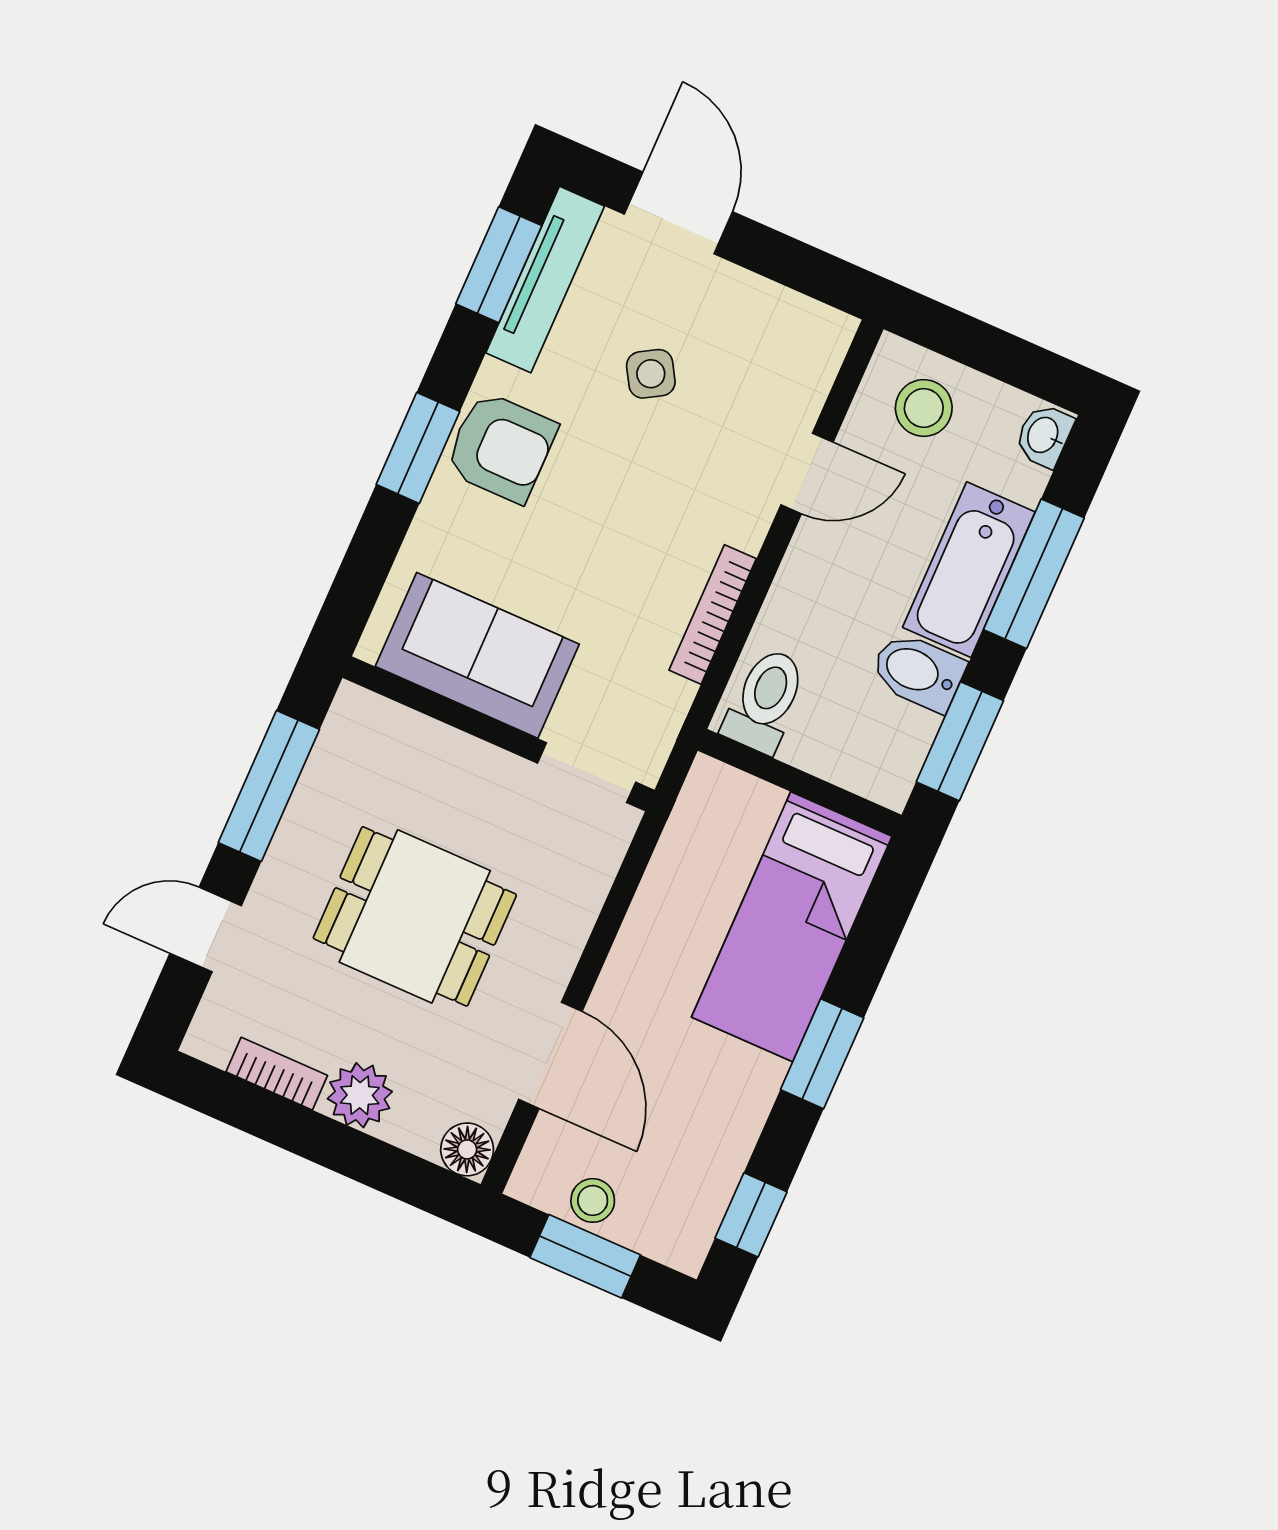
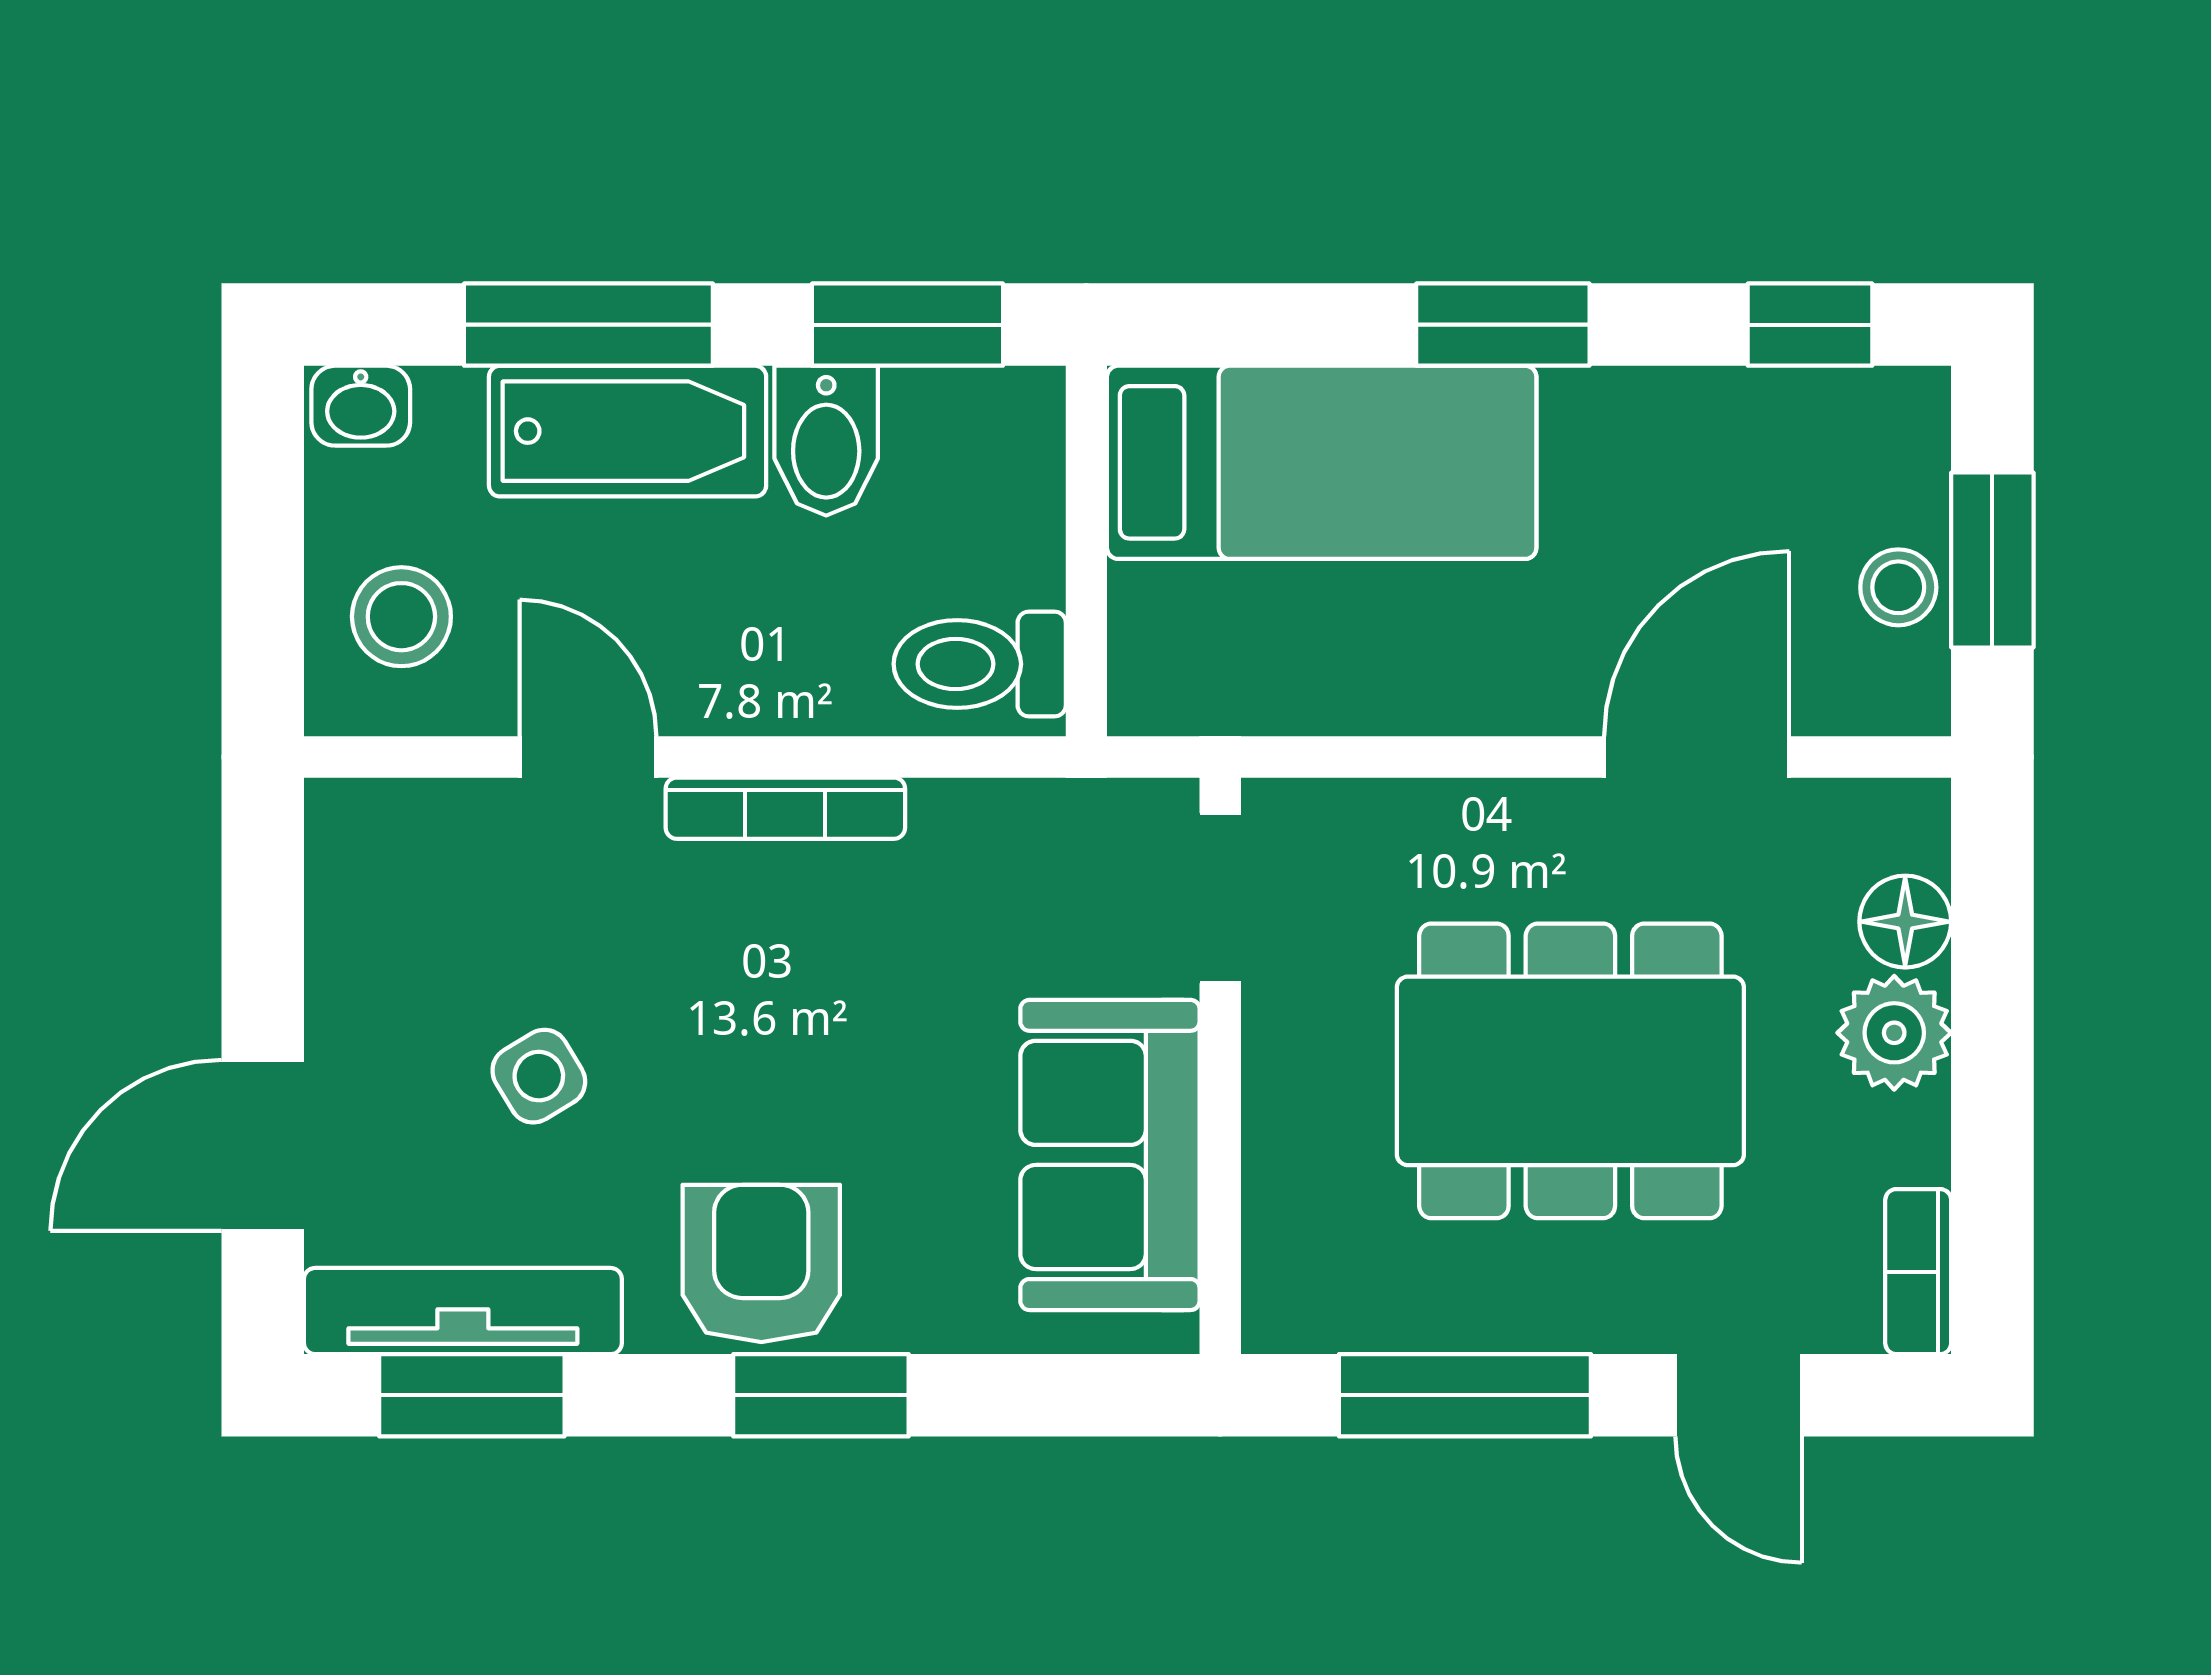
bookcase: (713, 614) -> (785, 808), moved
dining table: (415, 916) -> (1570, 1071), width x1.38
bookcase: (277, 1074) -> (1918, 1272), moved
floor lamp: (467, 1149) -> (1905, 922), moved

